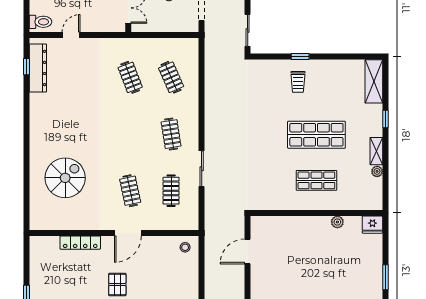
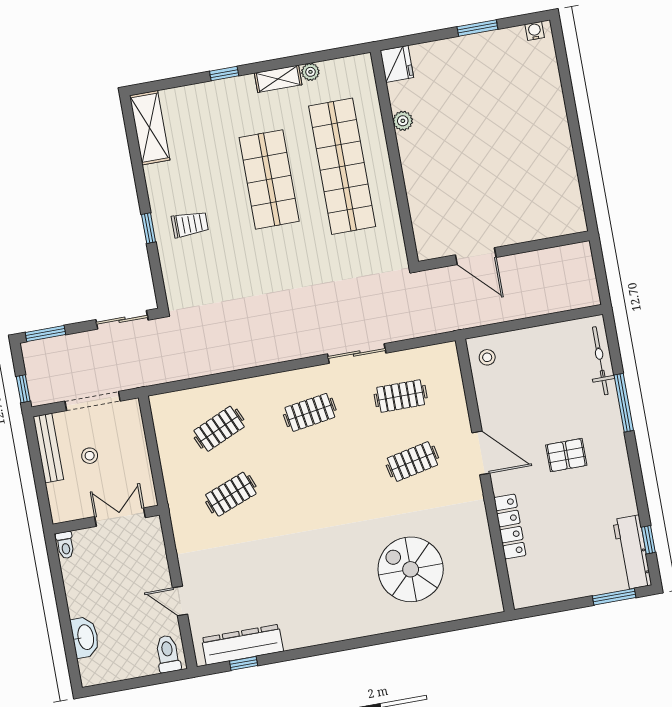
shelving: (374, 81) -> (150, 128), moved, turned 90
shop shelf: (316, 180) -> (342, 166), width x2.00, depth x1.36

